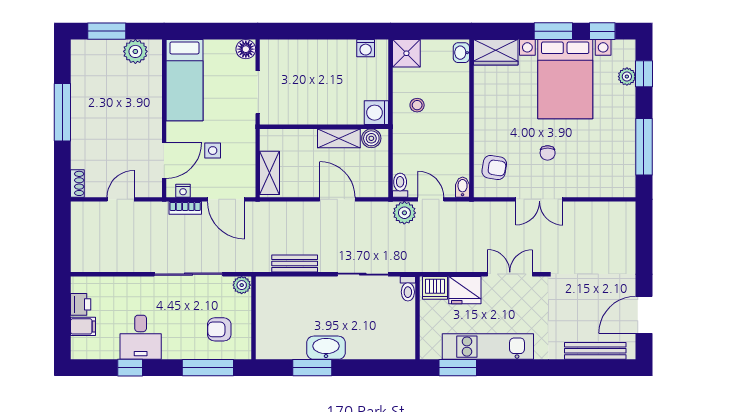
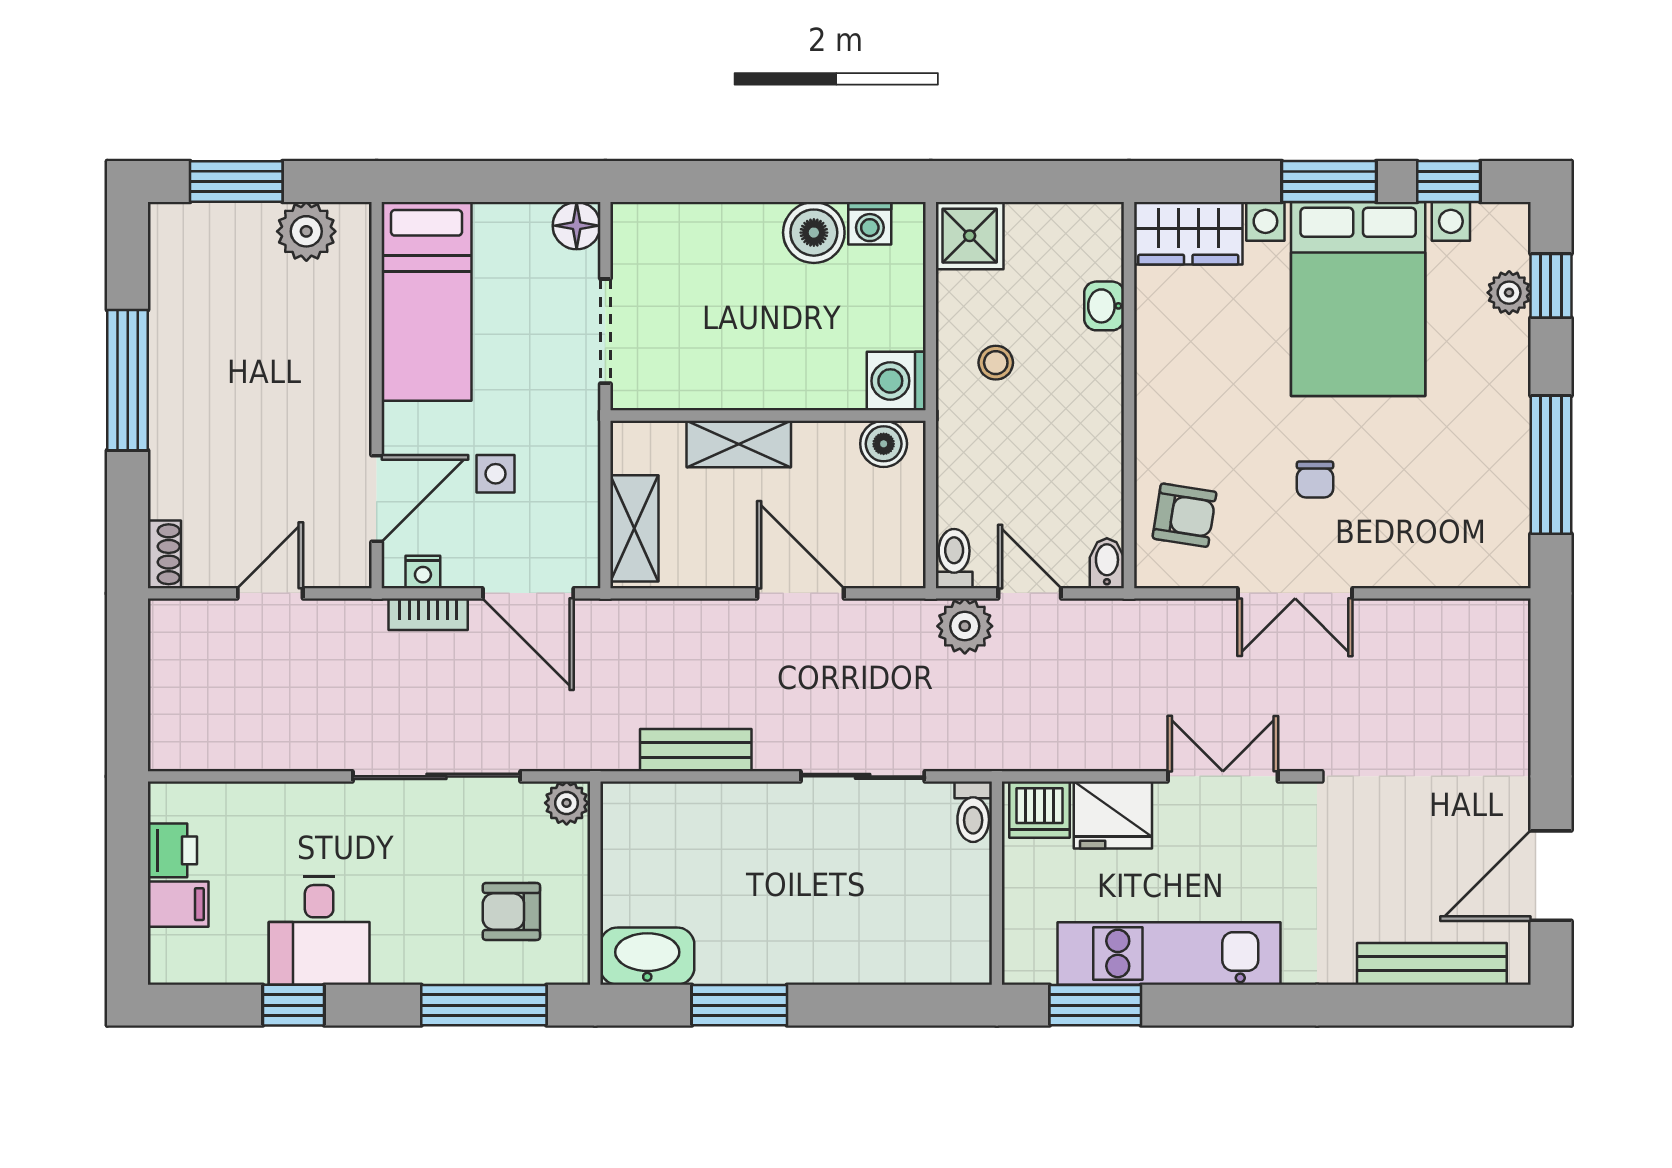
boiler: (343, 52) -> (814, 233), added
washbasin: (461, 53) -> (1104, 306), moved
shelving: (339, 138) -> (739, 444), moved
washbasin: (326, 348) -> (647, 956), moved

